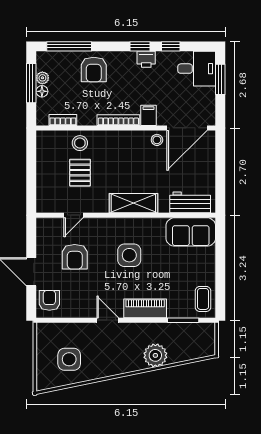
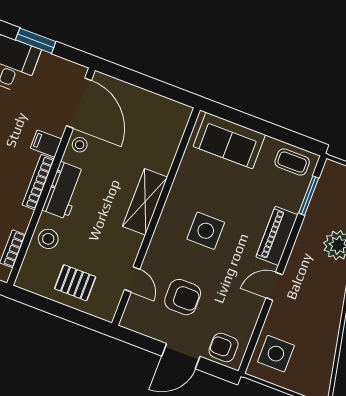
pallet: (80, 173) -> (75, 283), moved
workbench: (190, 202) -> (64, 190), moved, turned 180
sofa: (191, 232) -> (229, 141), moved, turned 90
side table: (69, 359) -> (276, 354), moved

